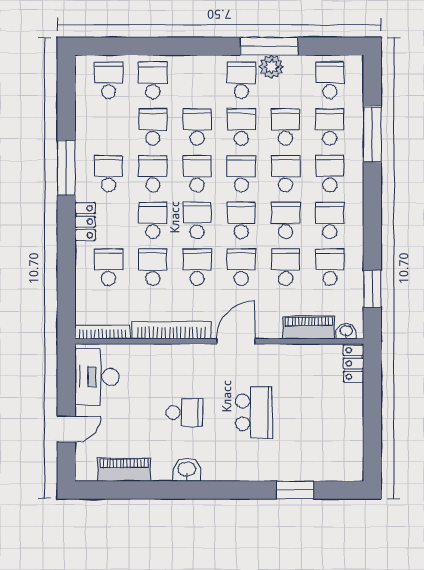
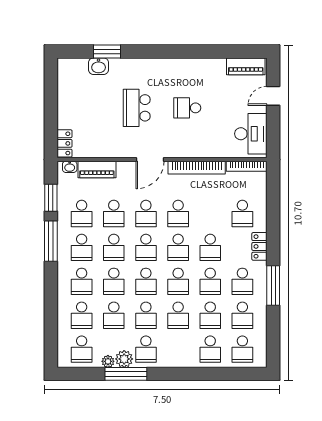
plant: (294, 63) -> (108, 361), added
window: (372, 134) -> (51, 241), moved
school desk: (153, 267) -> (242, 315), moved
piano: (124, 470) -> (246, 66), moved
washbasin: (187, 470) -> (99, 66), moved

